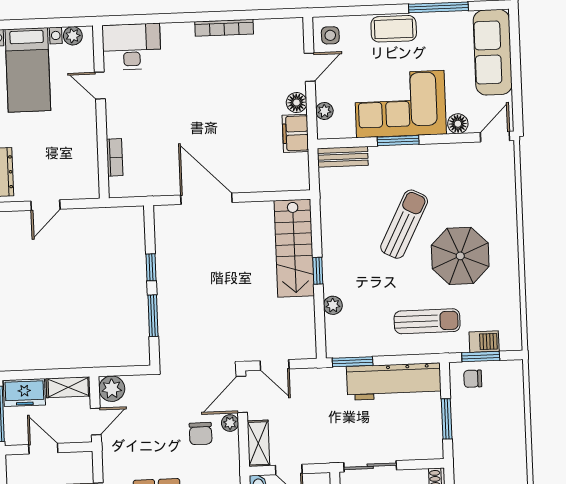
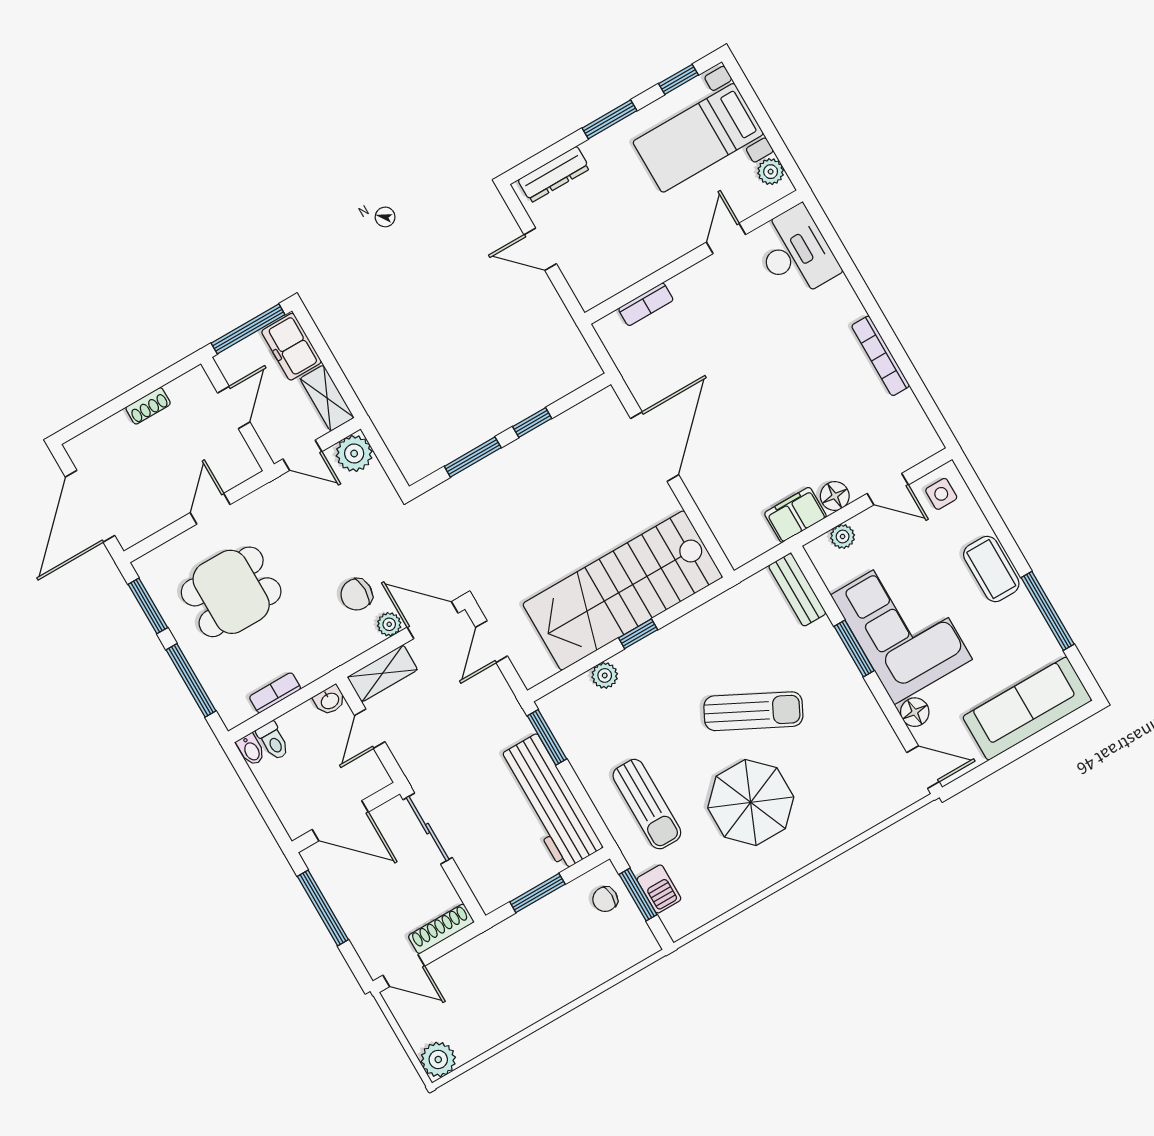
stairs: (294, 248) -> (623, 590), width x1.36, depth x1.51
chair: (473, 379) -> (605, 899), turned -91

